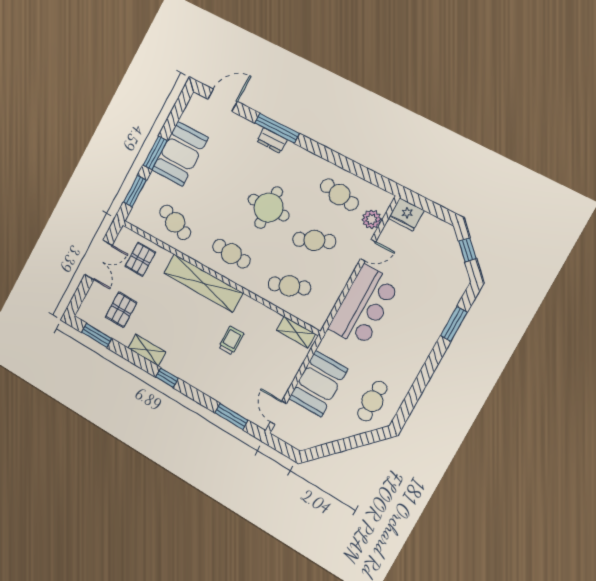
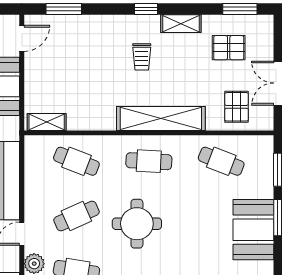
cafe table: (289, 286) -> (76, 161), turned 42
pallet: (121, 310) -> (229, 48), turned 90
trolley: (231, 341) -> (142, 57), moved
door: (278, 413) -> (22, 38), hinge flipped

